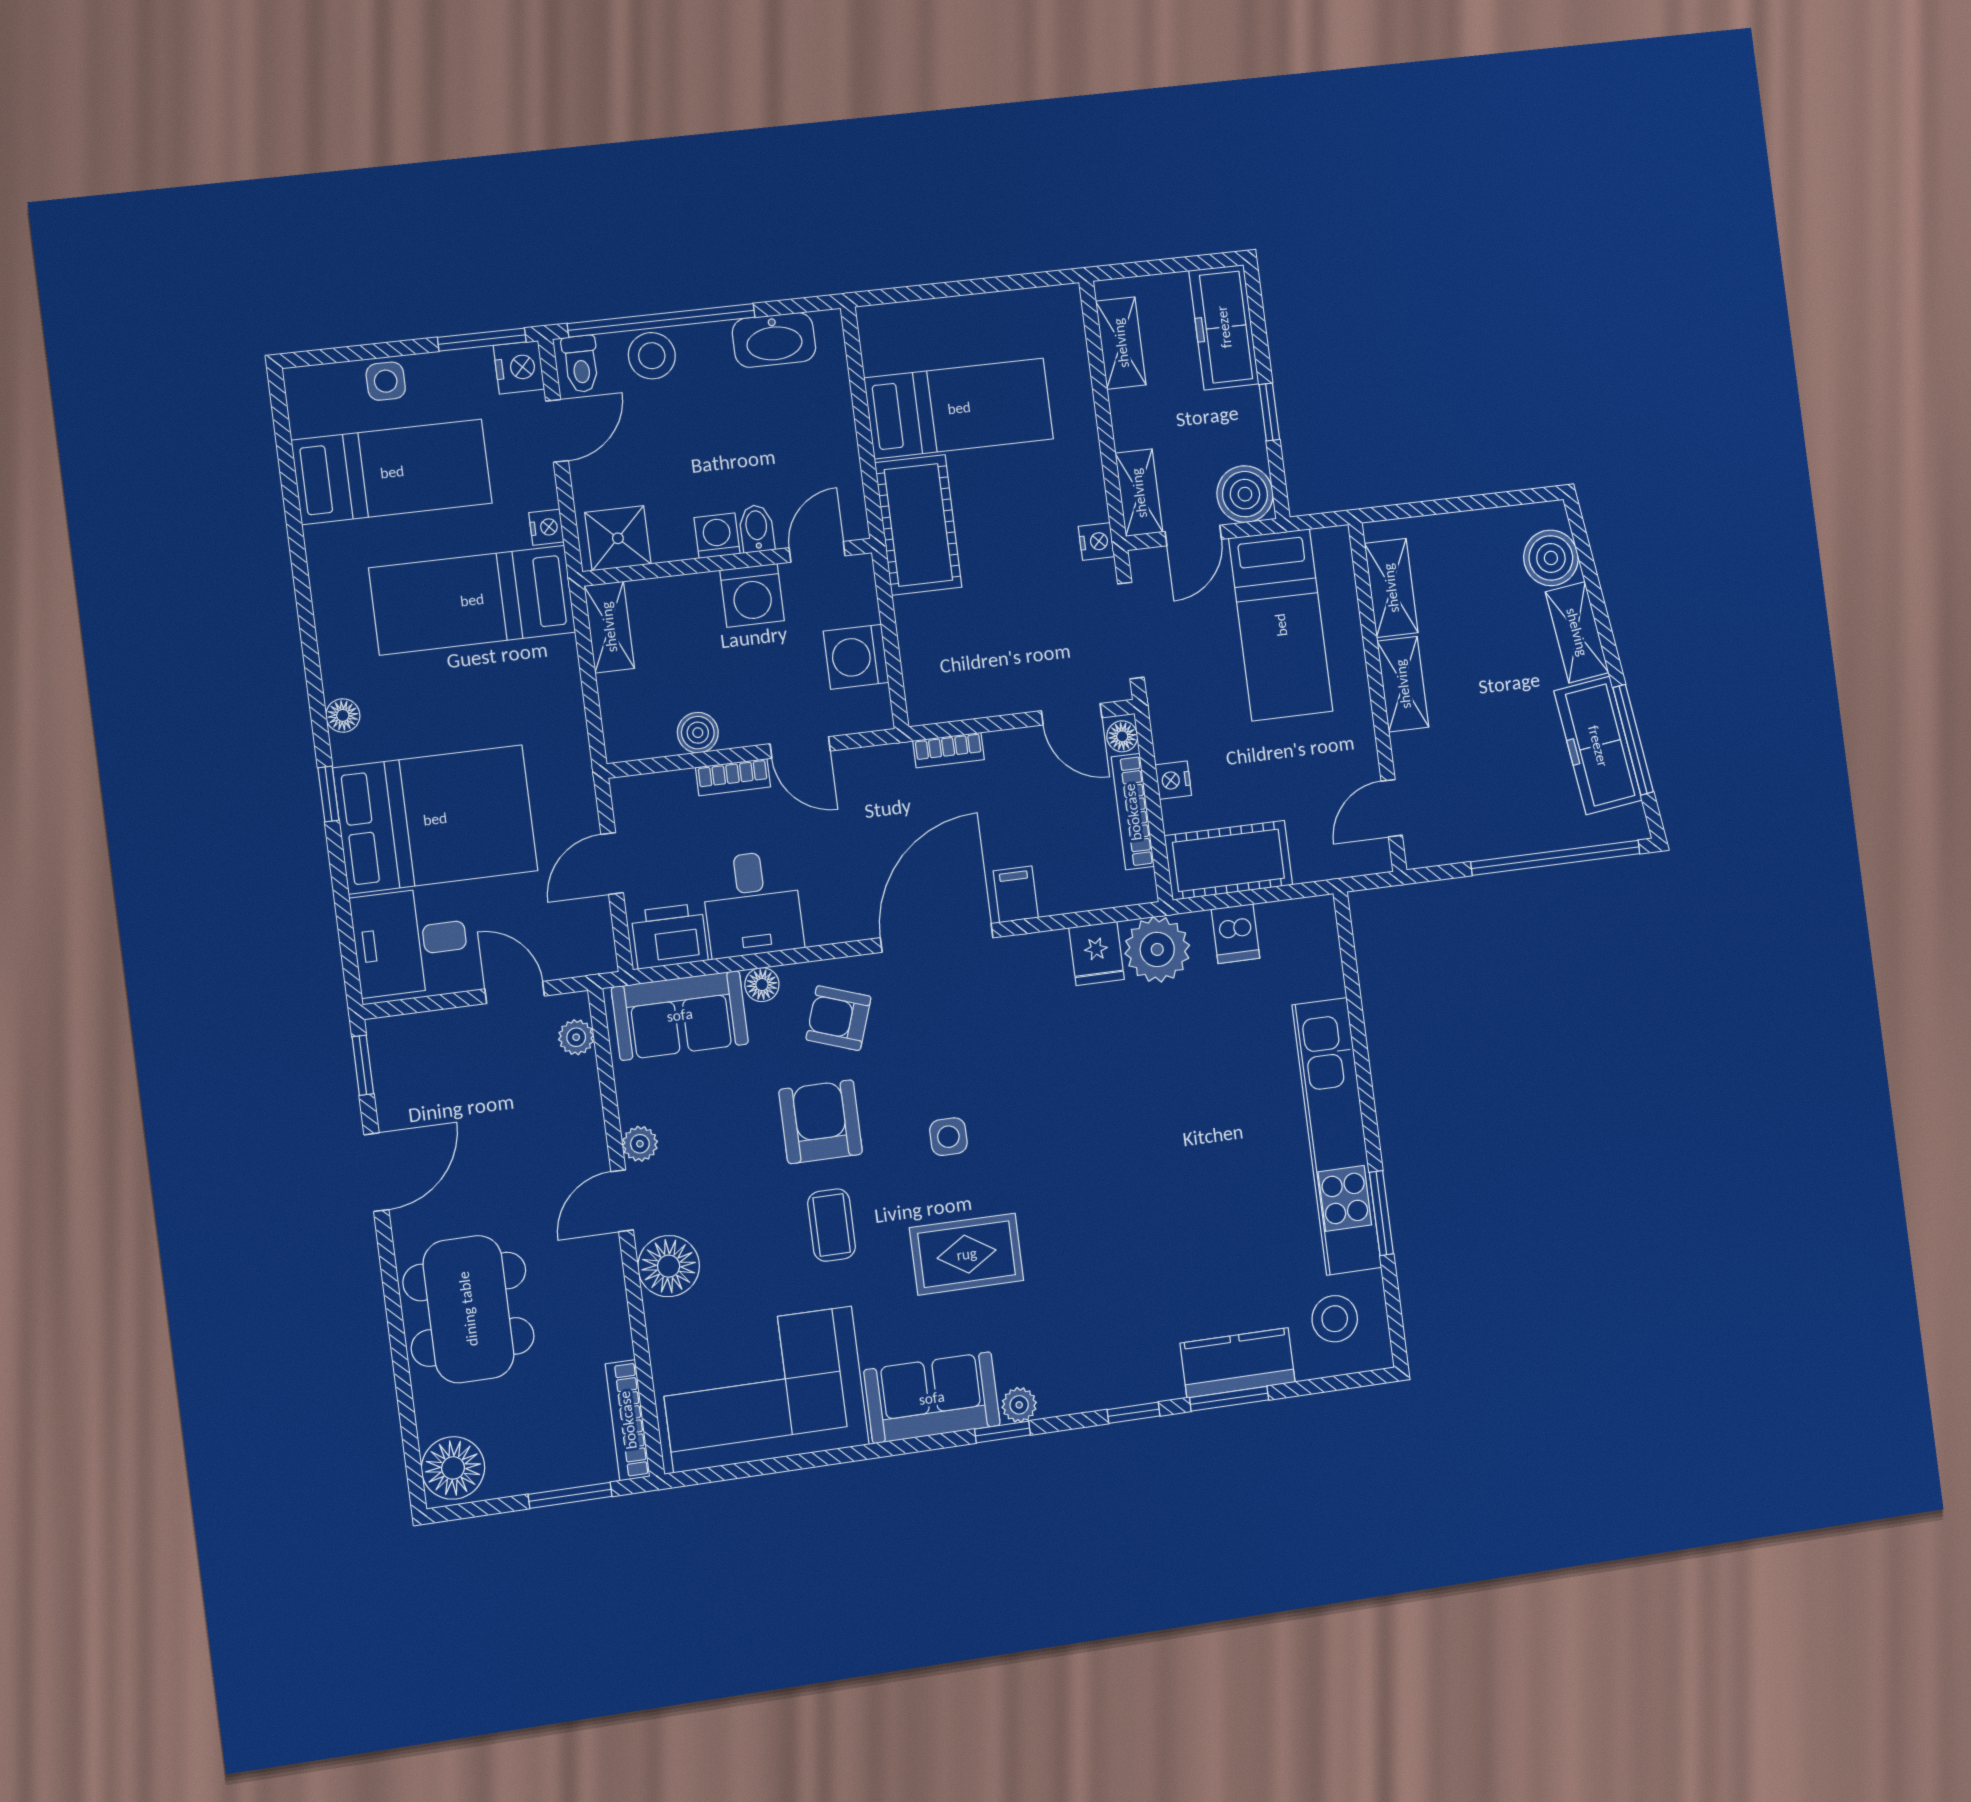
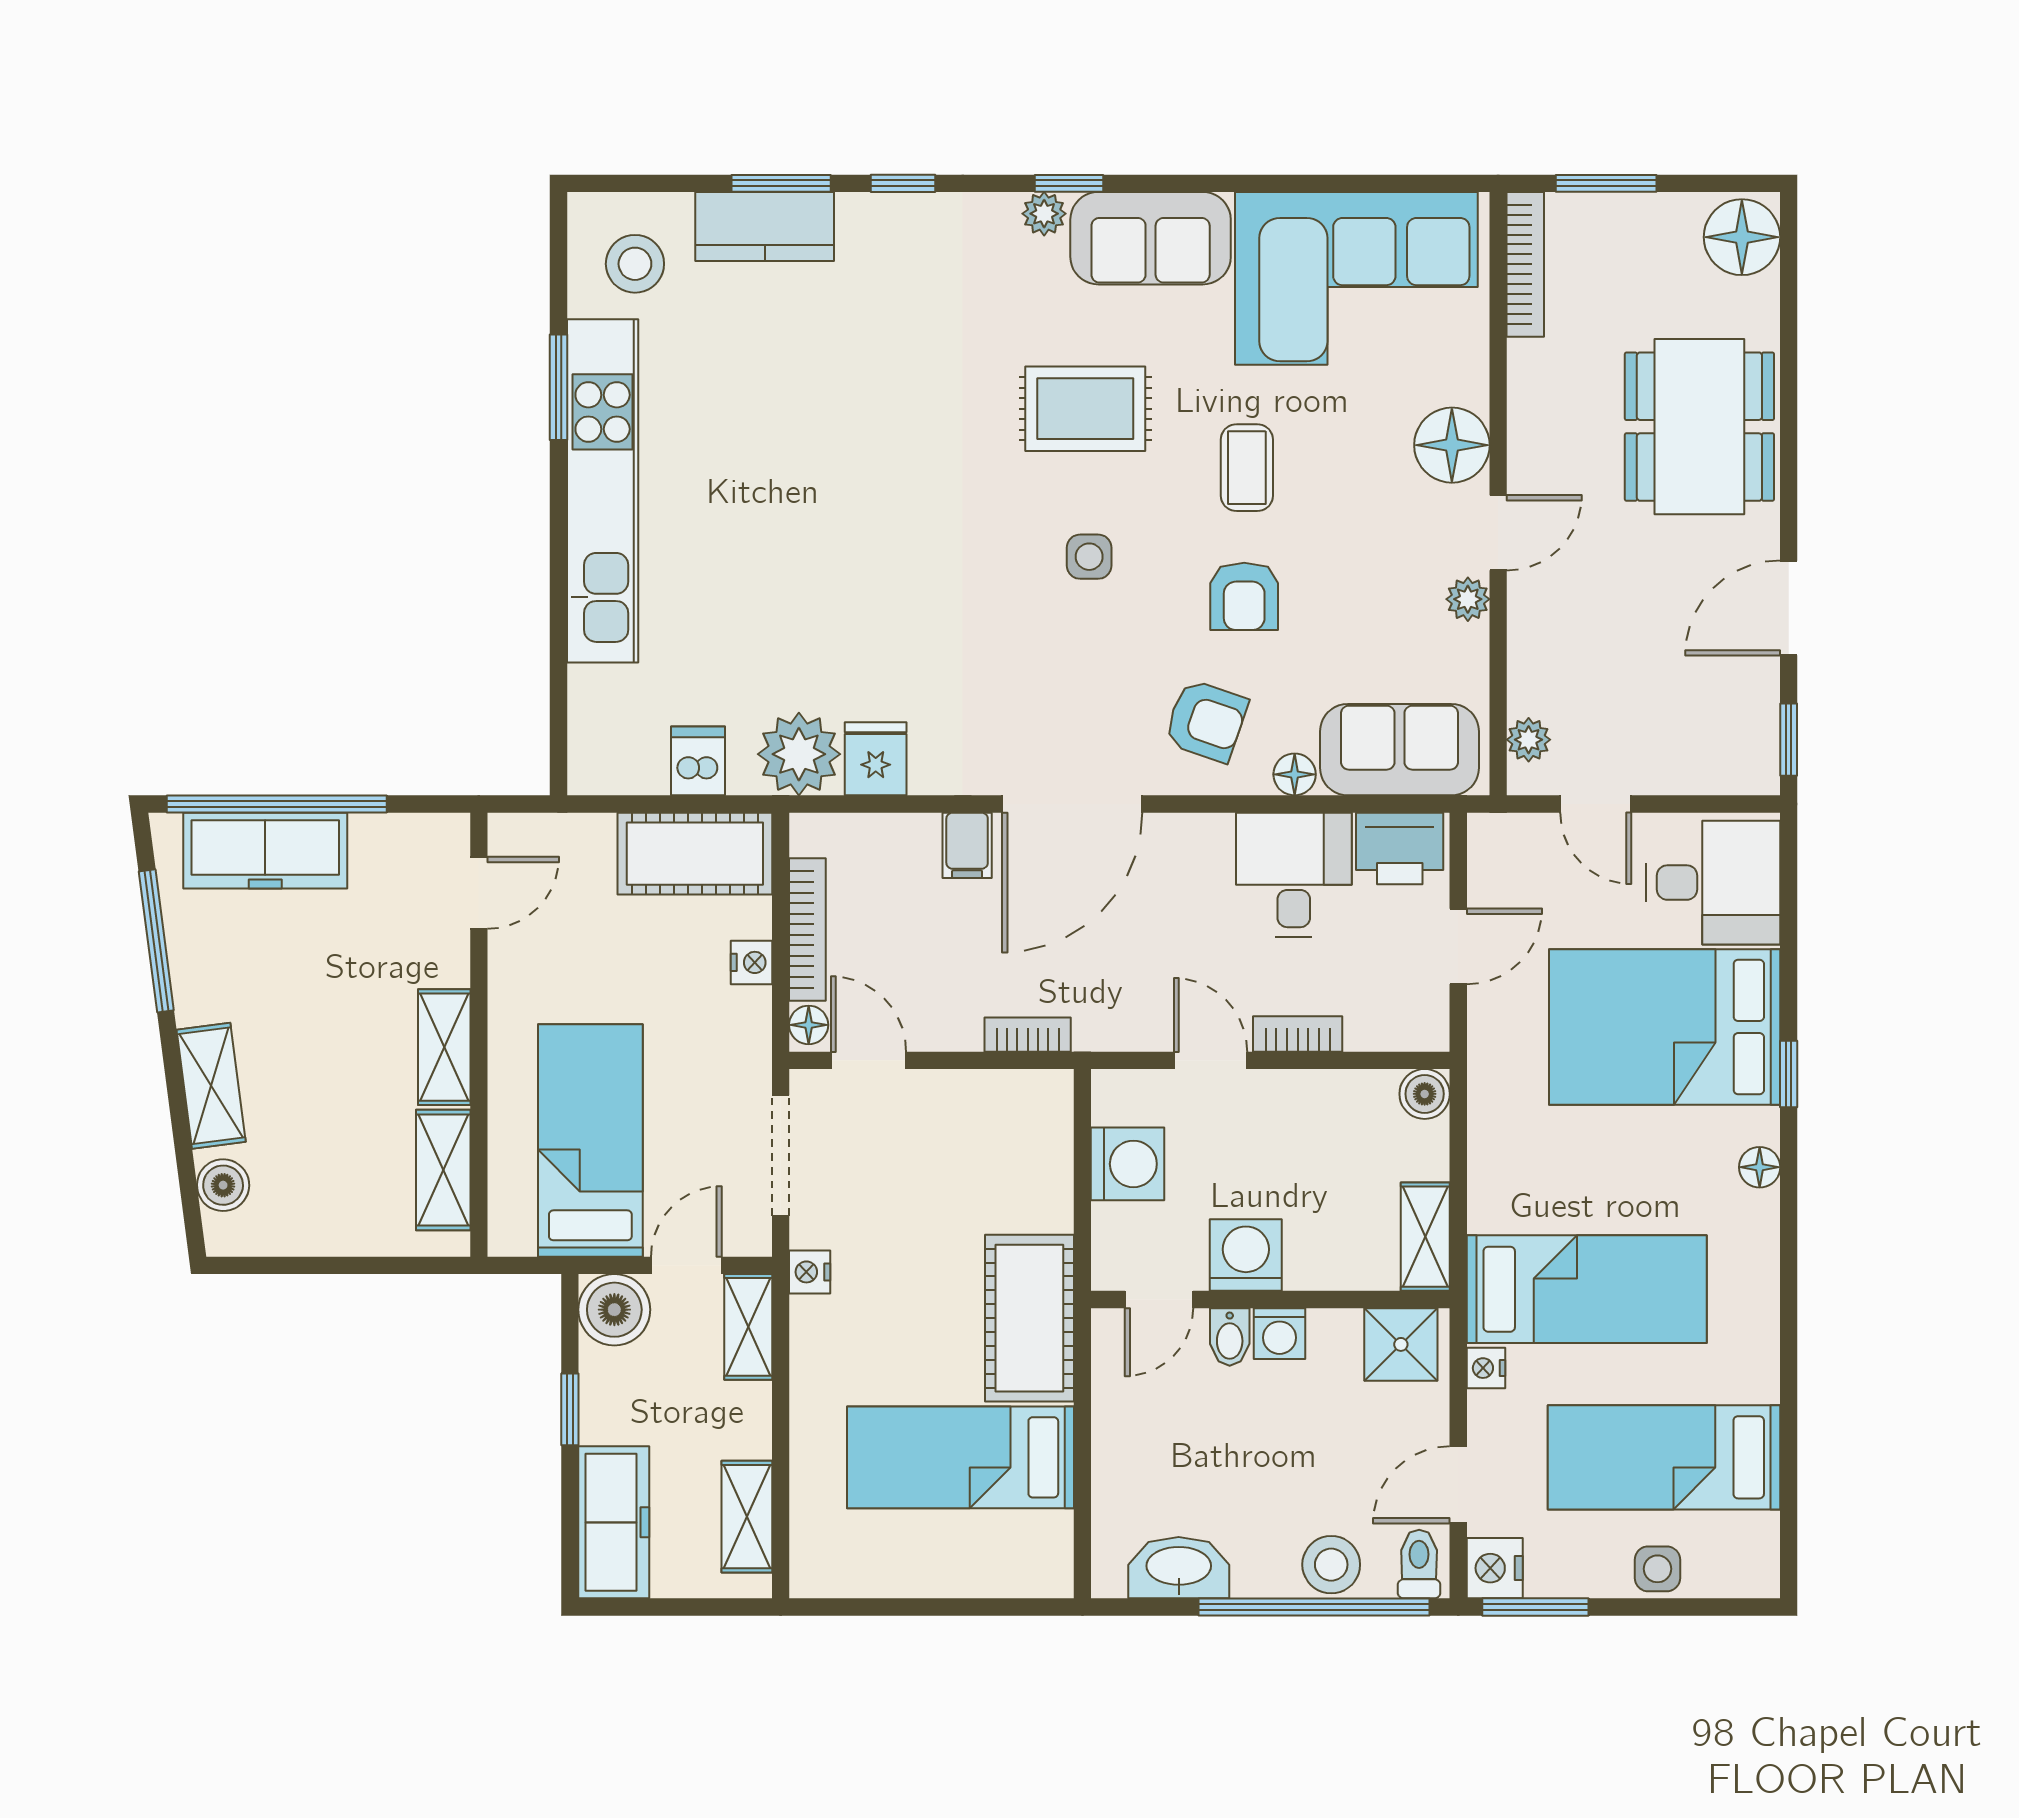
boiler: (1551, 558) -> (223, 1185), width x0.73, depth x0.73
boiler: (698, 733) -> (1425, 1094), moved
freezer: (1598, 746) -> (265, 851), moved, turned 97
armchair: (821, 1122) -> (1244, 596), width x0.72, depth x0.72

